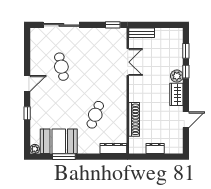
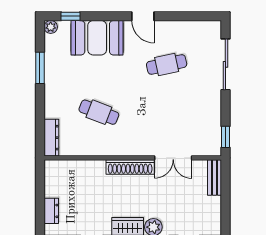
window: (27, 113) -> (71, 16), moved
shoe rack: (134, 119) -> (130, 167), moved
booth: (59, 141) -> (97, 38), moved, turned 90
dresser: (155, 149) -> (51, 211), moved

